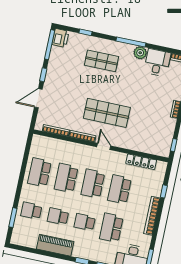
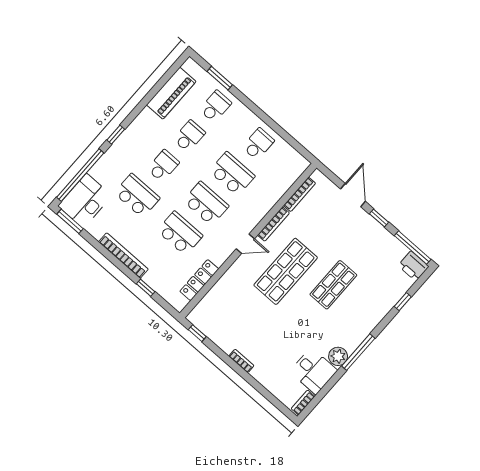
shop shelf: (101, 61) -> (333, 285), moved
school desk: (39, 172) -> (258, 144), width x0.54
piano: (55, 245) -> (171, 93), moved

